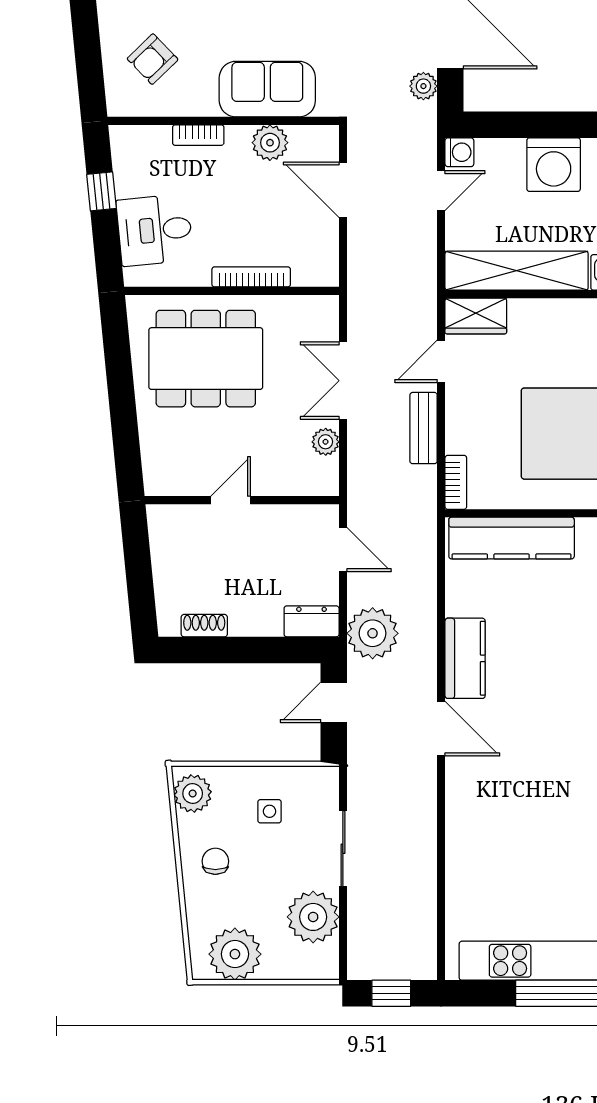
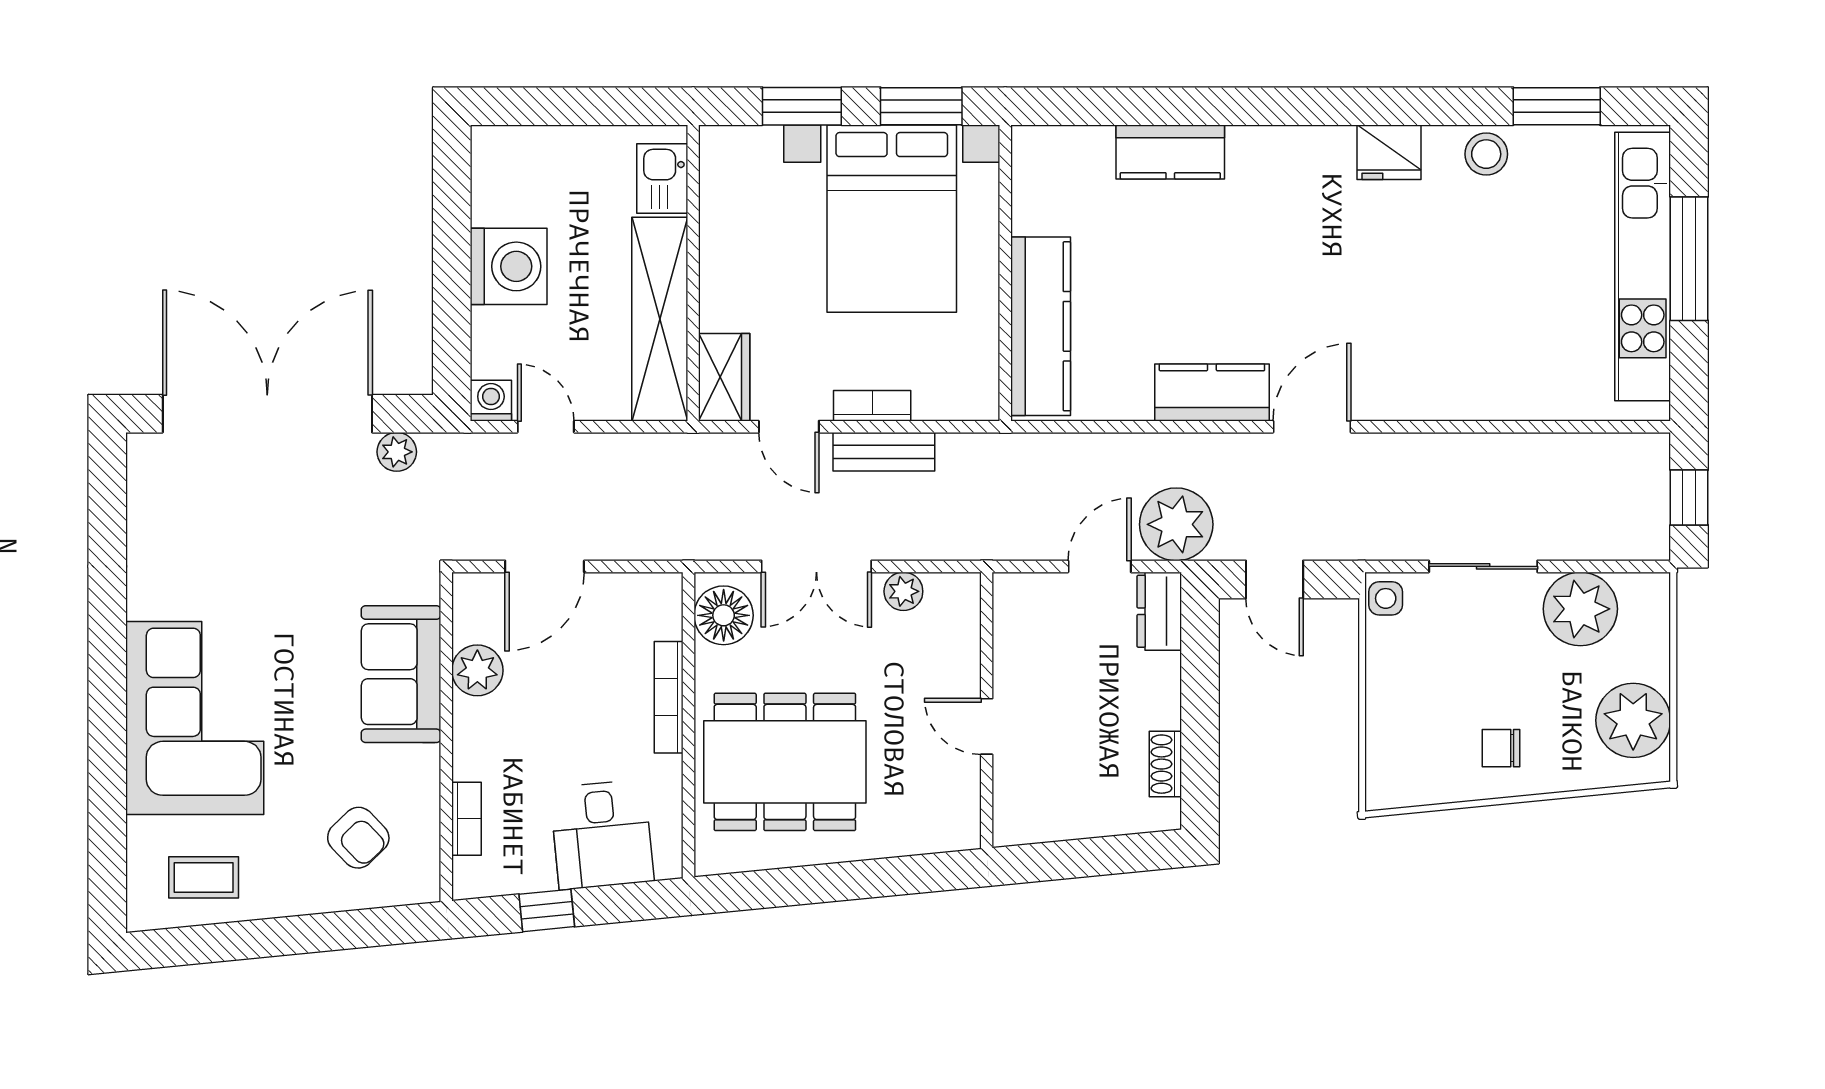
bookcase: (198, 135) -> (466, 819), moved
floor lamp: (309, 315) -> (724, 615), added
dining table: (206, 359) -> (785, 762), turned 90
bookcase: (456, 482) -> (872, 406), moved
door: (343, 550) -> (1100, 566), moved
plant: (193, 794) -> (1404, 781), removed
side table: (270, 811) -> (1386, 598), moved

